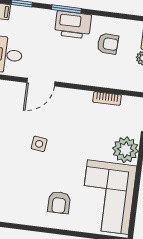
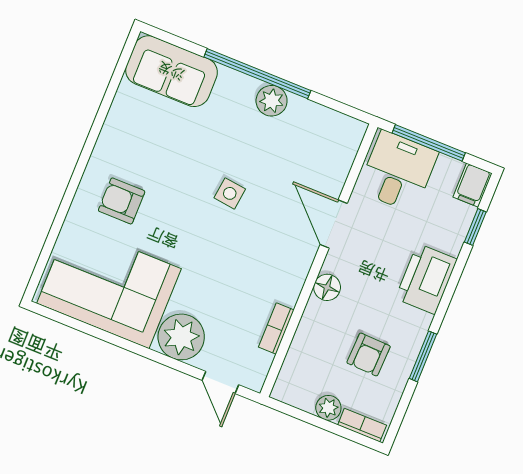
window: (66, 9) -> (423, 356), moved
printer: (73, 25) -> (426, 279), moved
floor lamp: (77, 76) -> (327, 287), added

